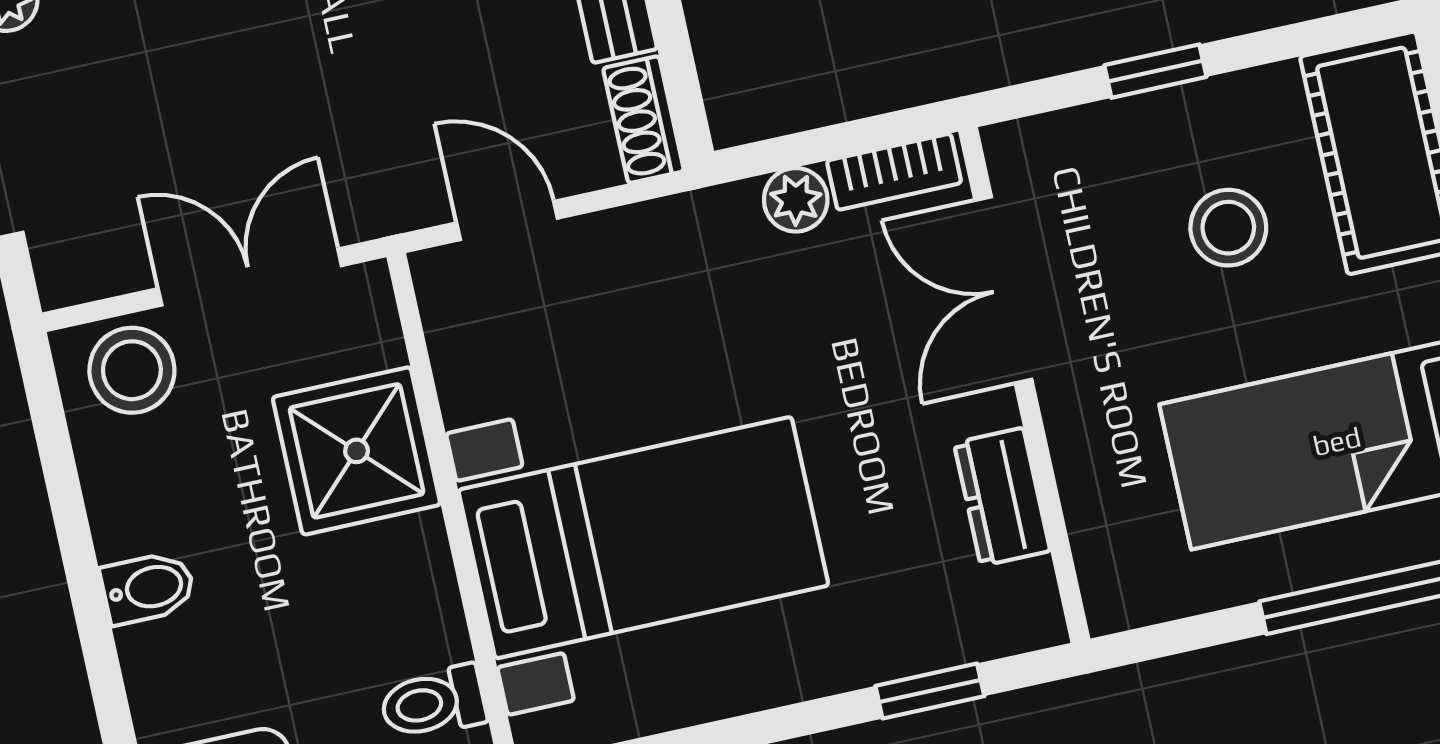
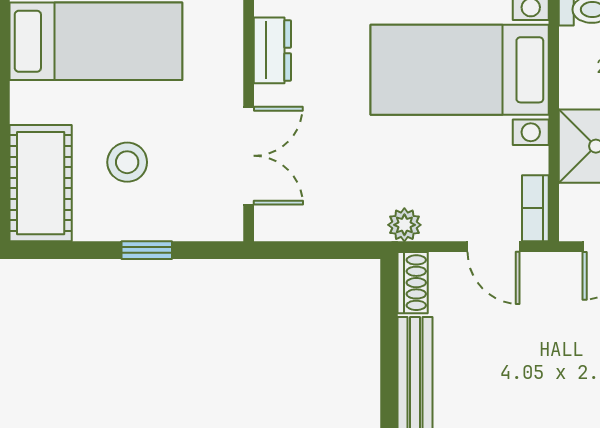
bookcase: (894, 172) -> (535, 208), moved, turned -90
plant: (796, 200) -> (404, 225), moved

